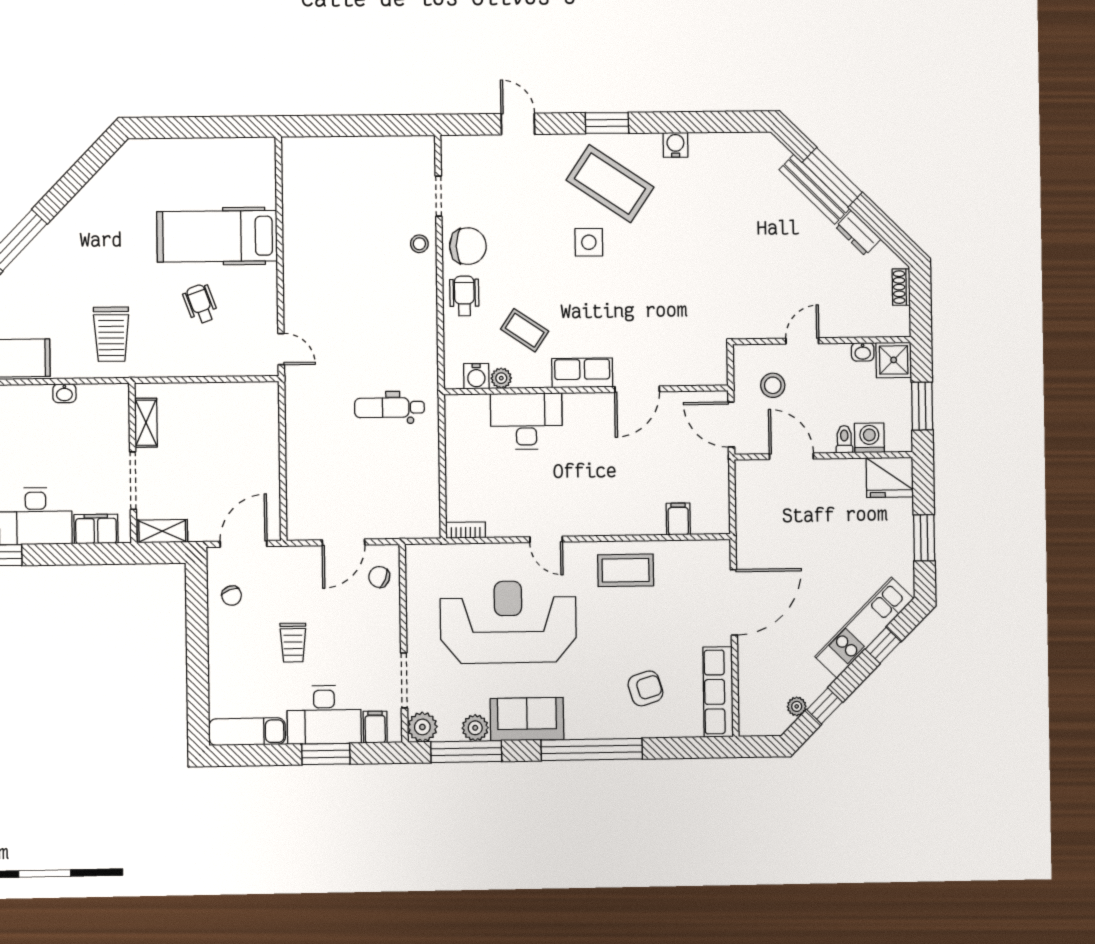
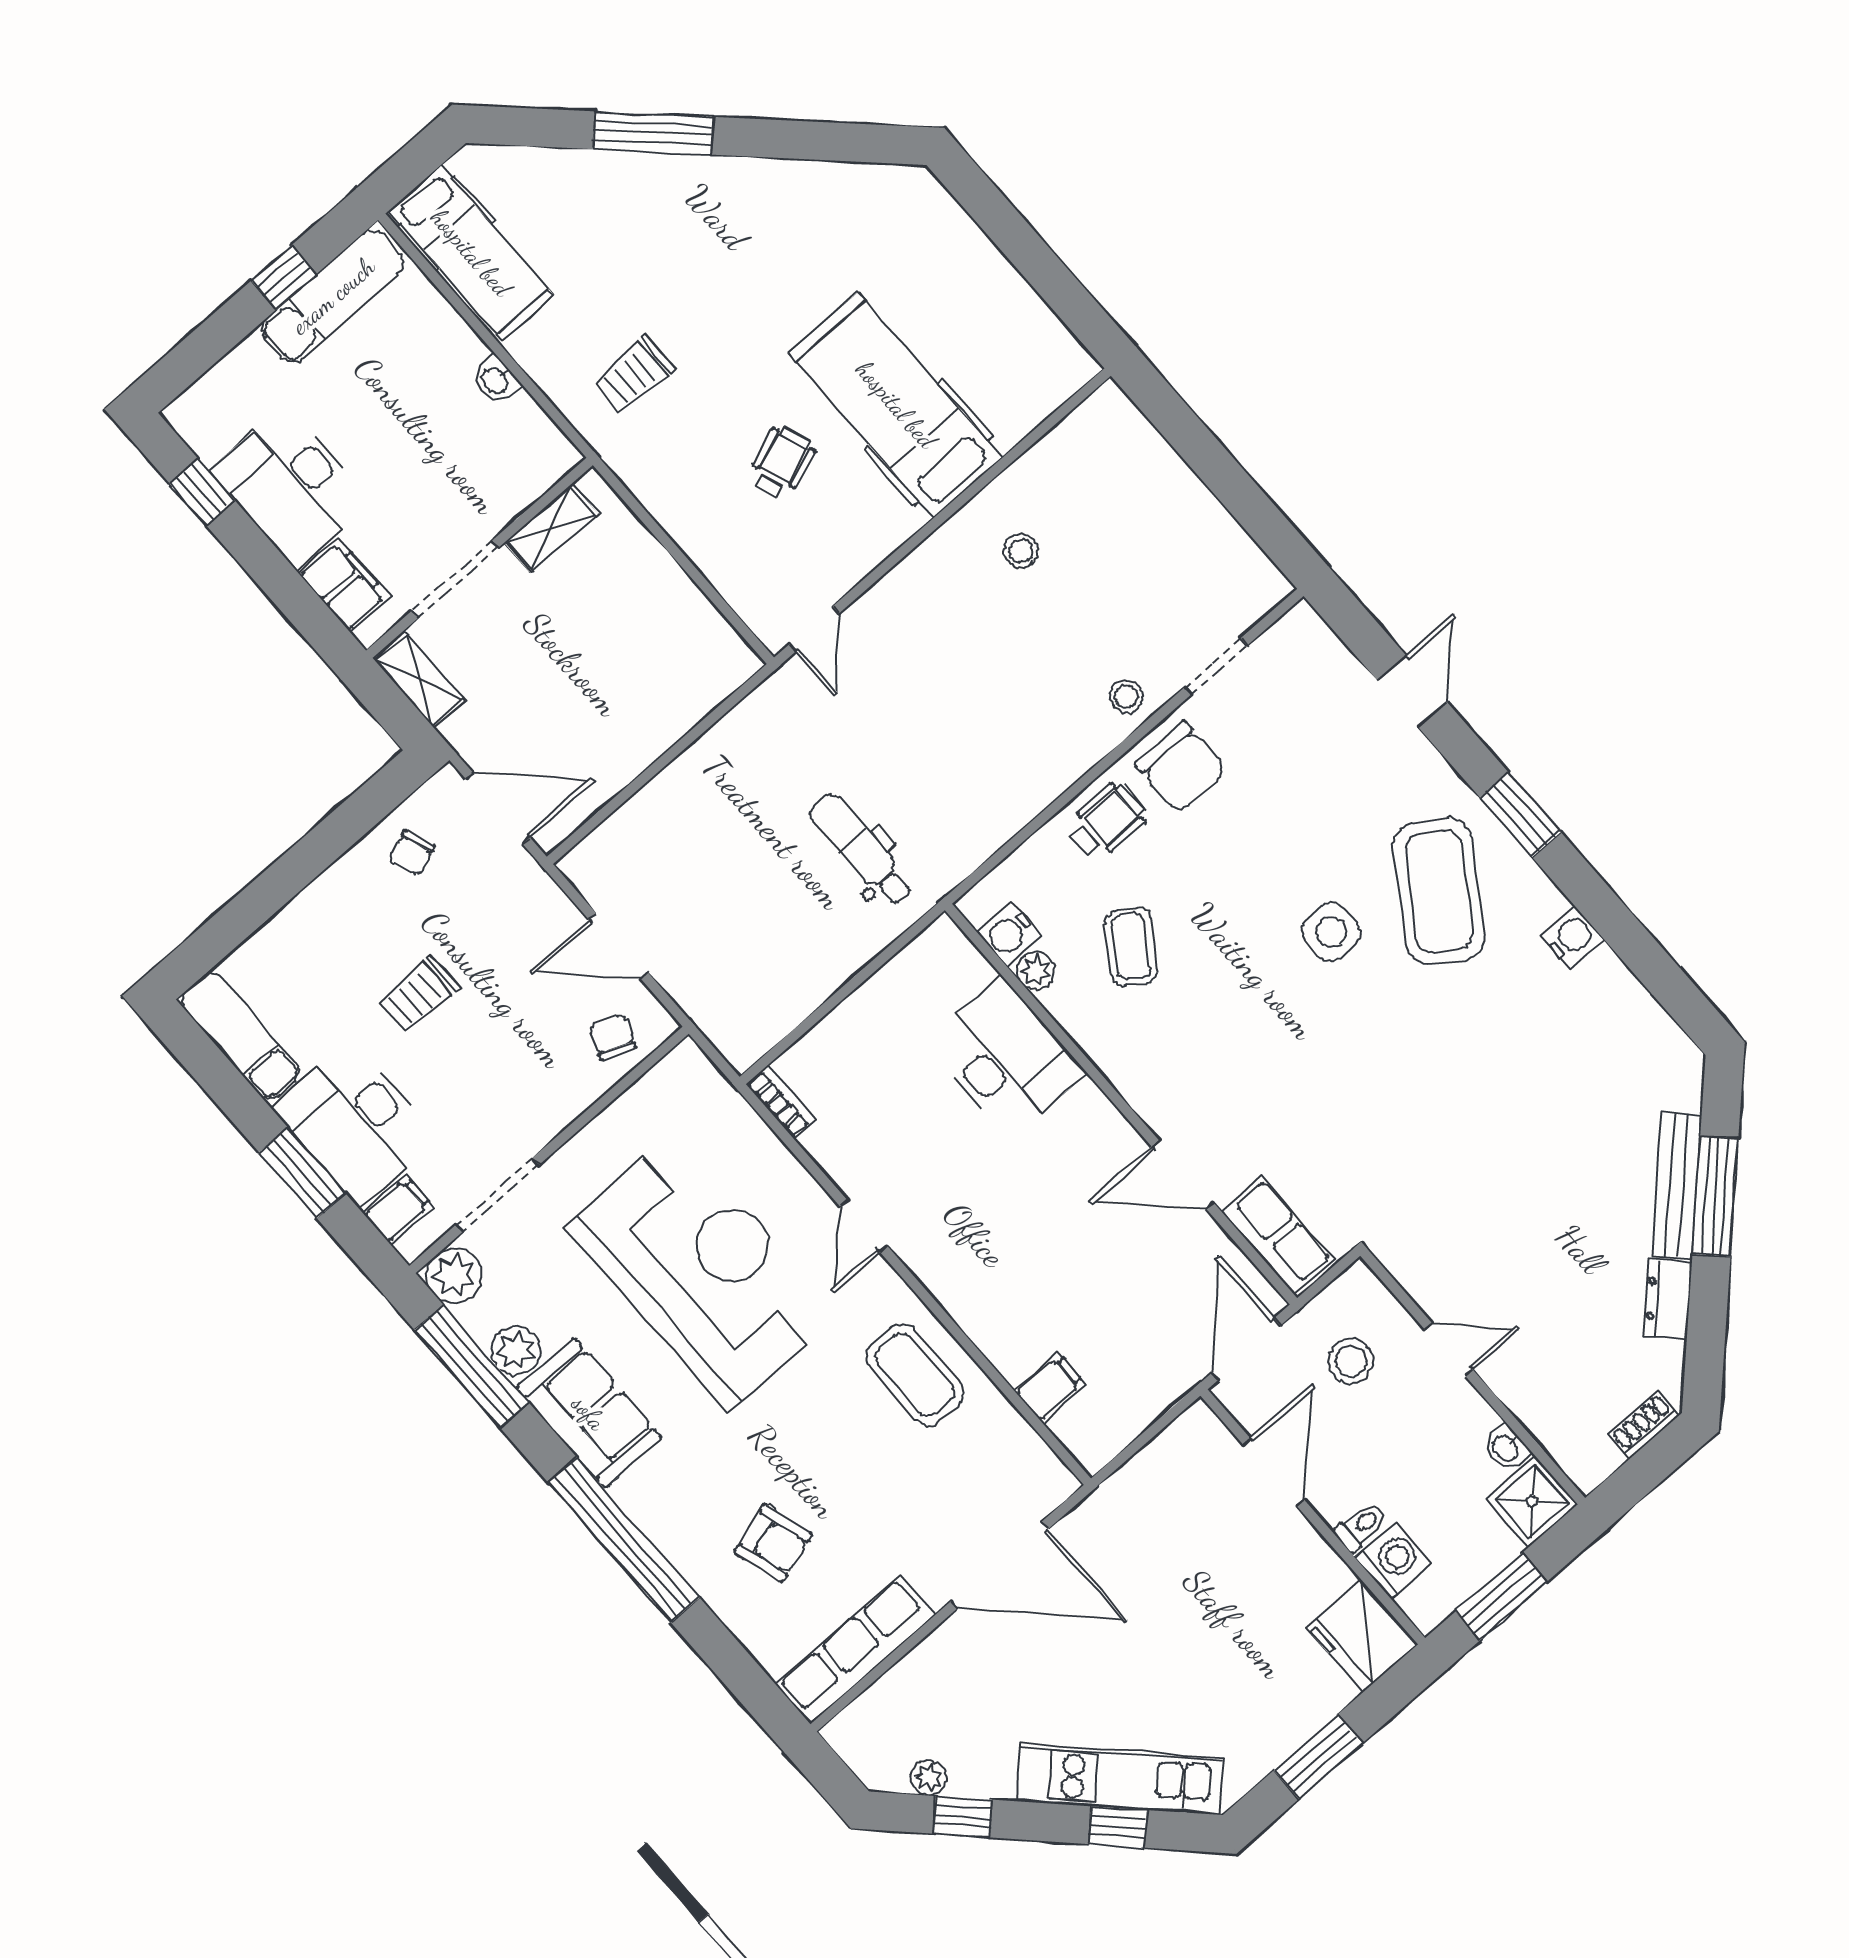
stool: (322, 236) -> (1021, 551), added
trolley: (111, 334) -> (633, 375), width x0.73, depth x0.72
row of seats: (582, 373) -> (1278, 1236), moved

